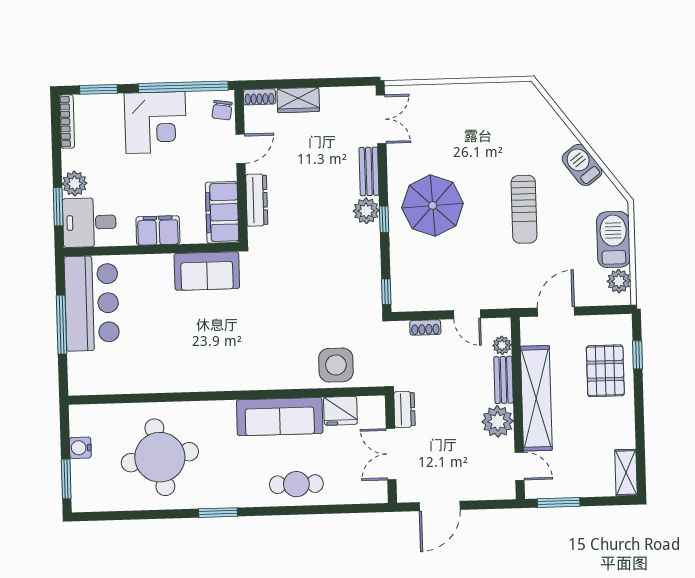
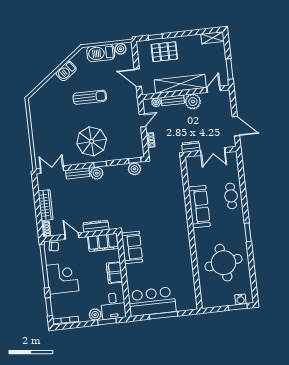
wardrobe: (298, 100) -> (46, 205), width x1.50
plant: (369, 289) -> (135, 169), added
side table: (336, 365) -> (172, 182), removed
fridge: (340, 411) -> (194, 178), removed
water cooler: (80, 448) -> (240, 299), moved

